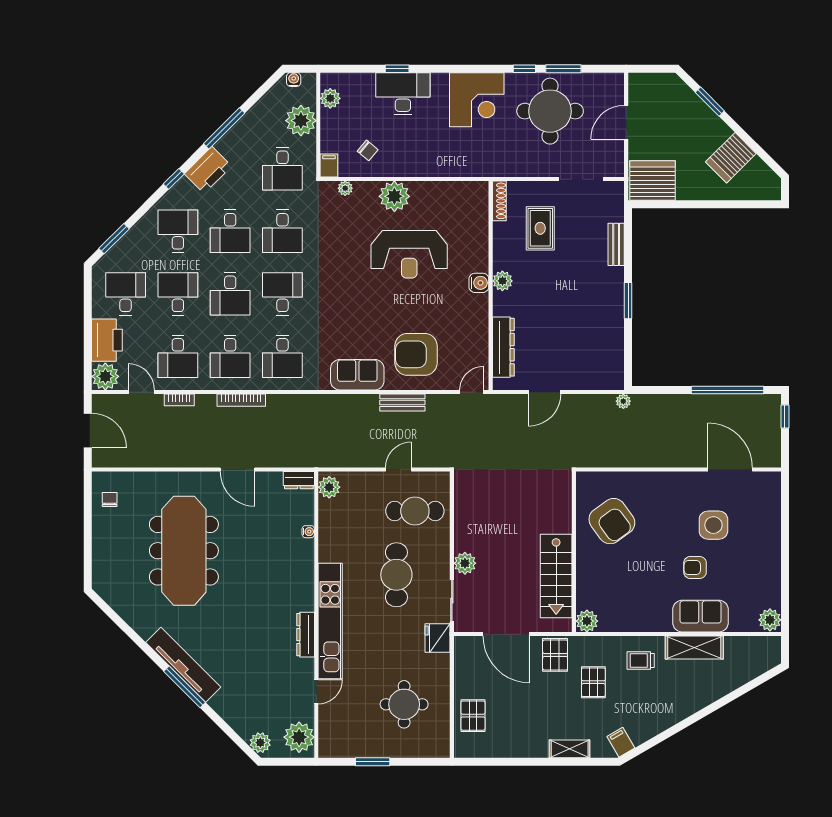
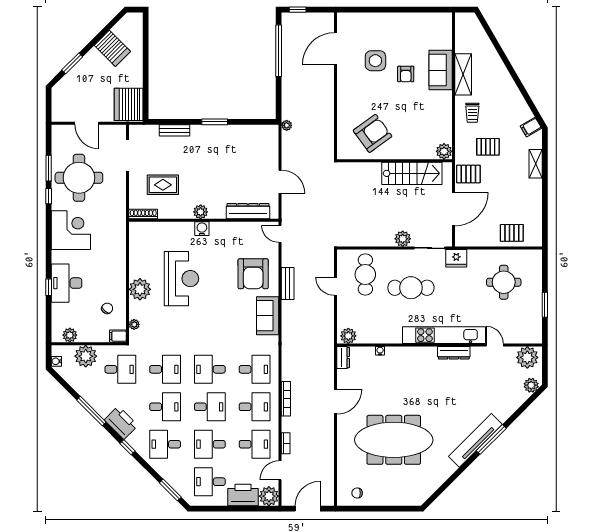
plant: (770, 620) -> (443, 20), removed

